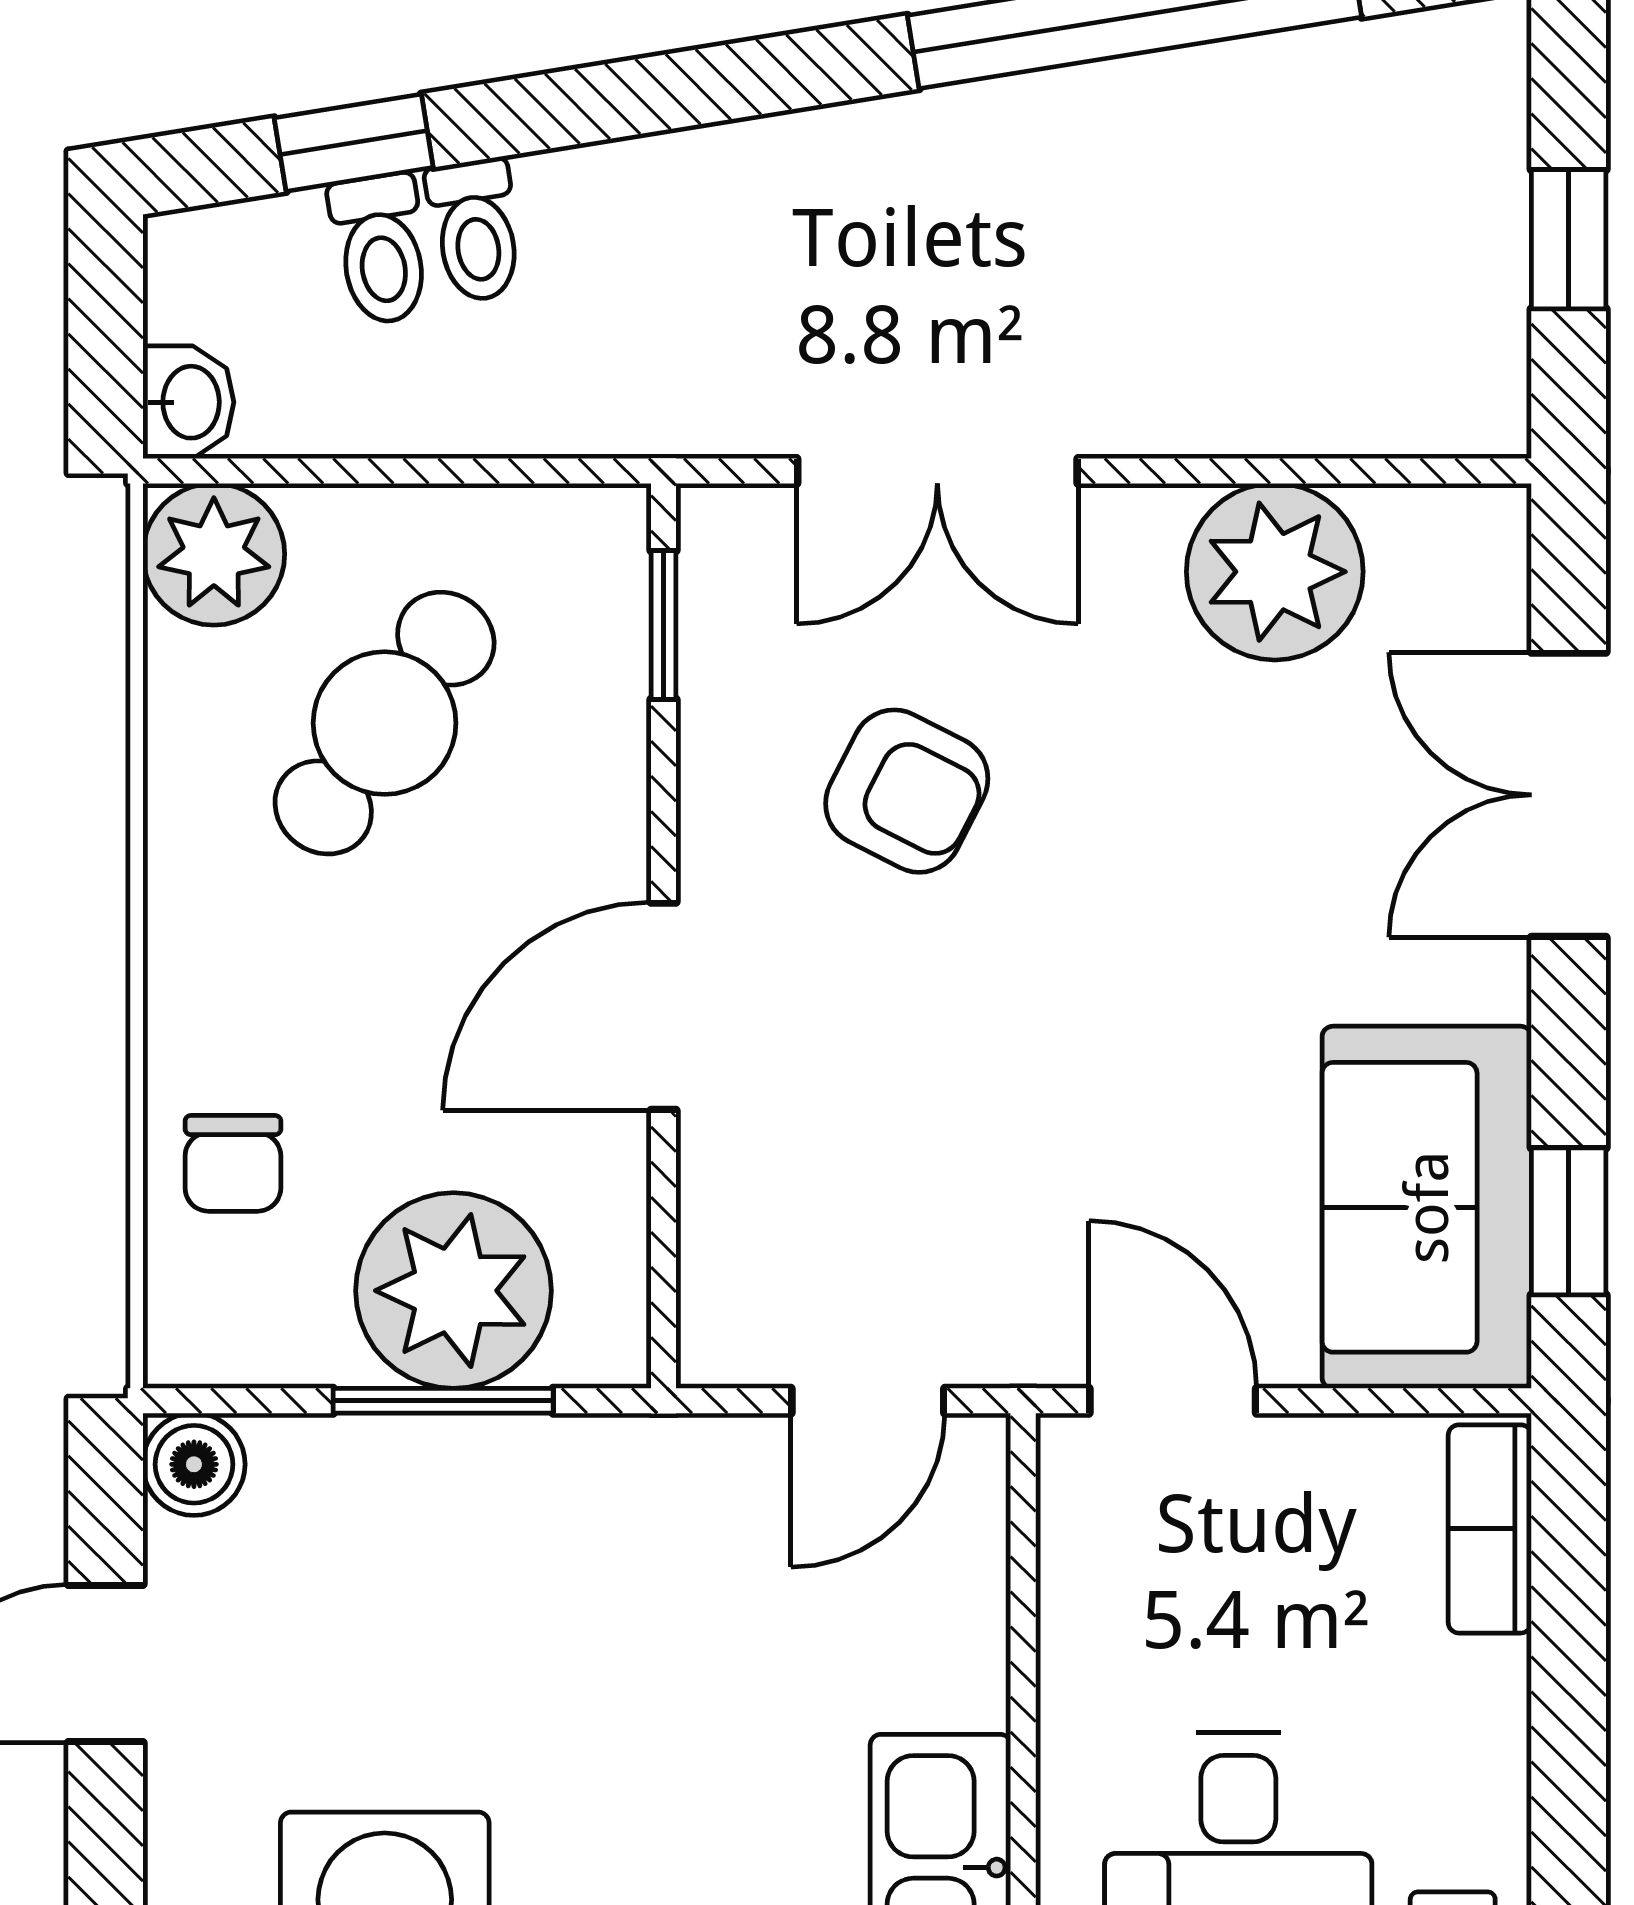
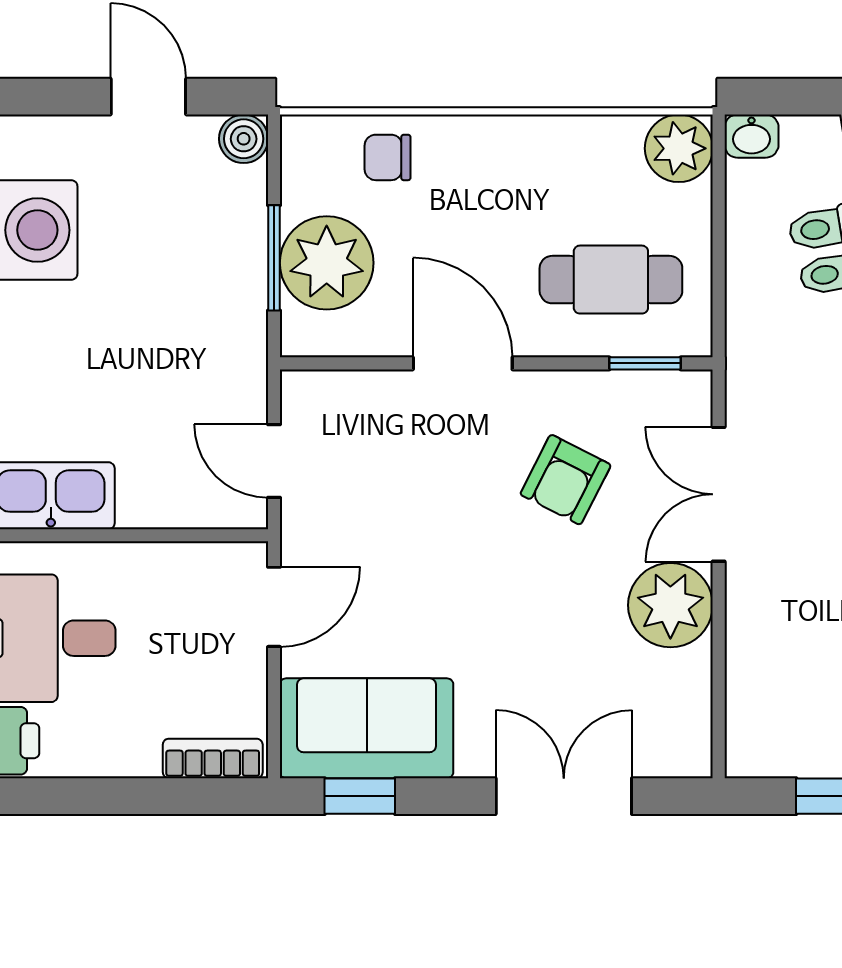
plant: (1275, 572) -> (670, 605), moved
cafe table: (385, 723) -> (611, 280), moved, turned -36

